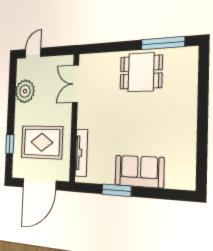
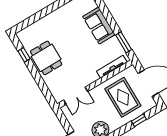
window: (163, 43) -> (24, 55), width x0.46
window: (116, 190) -> (124, 42), moved

